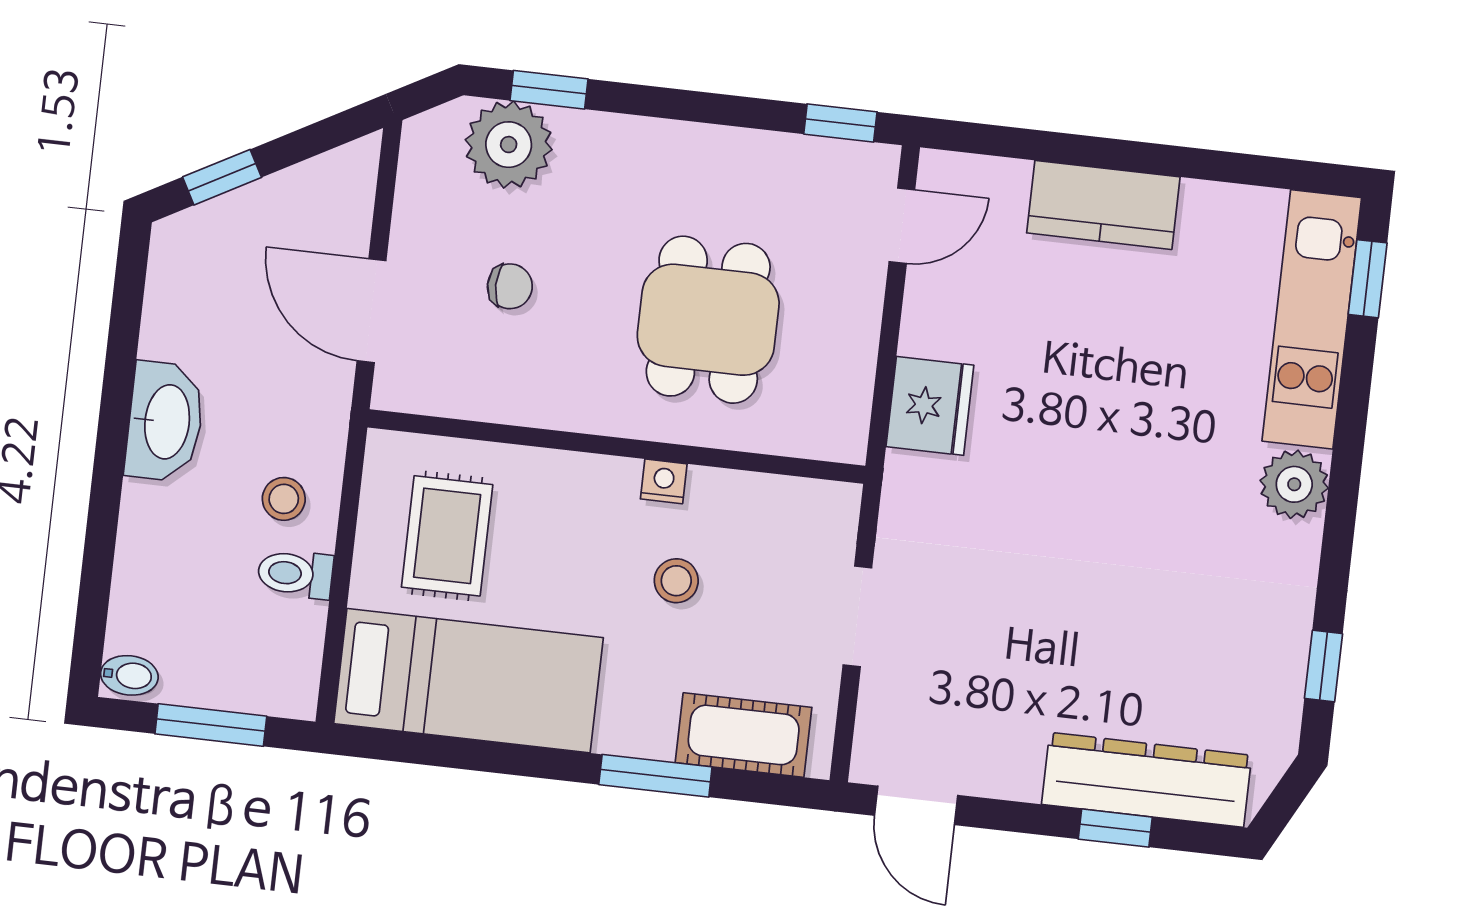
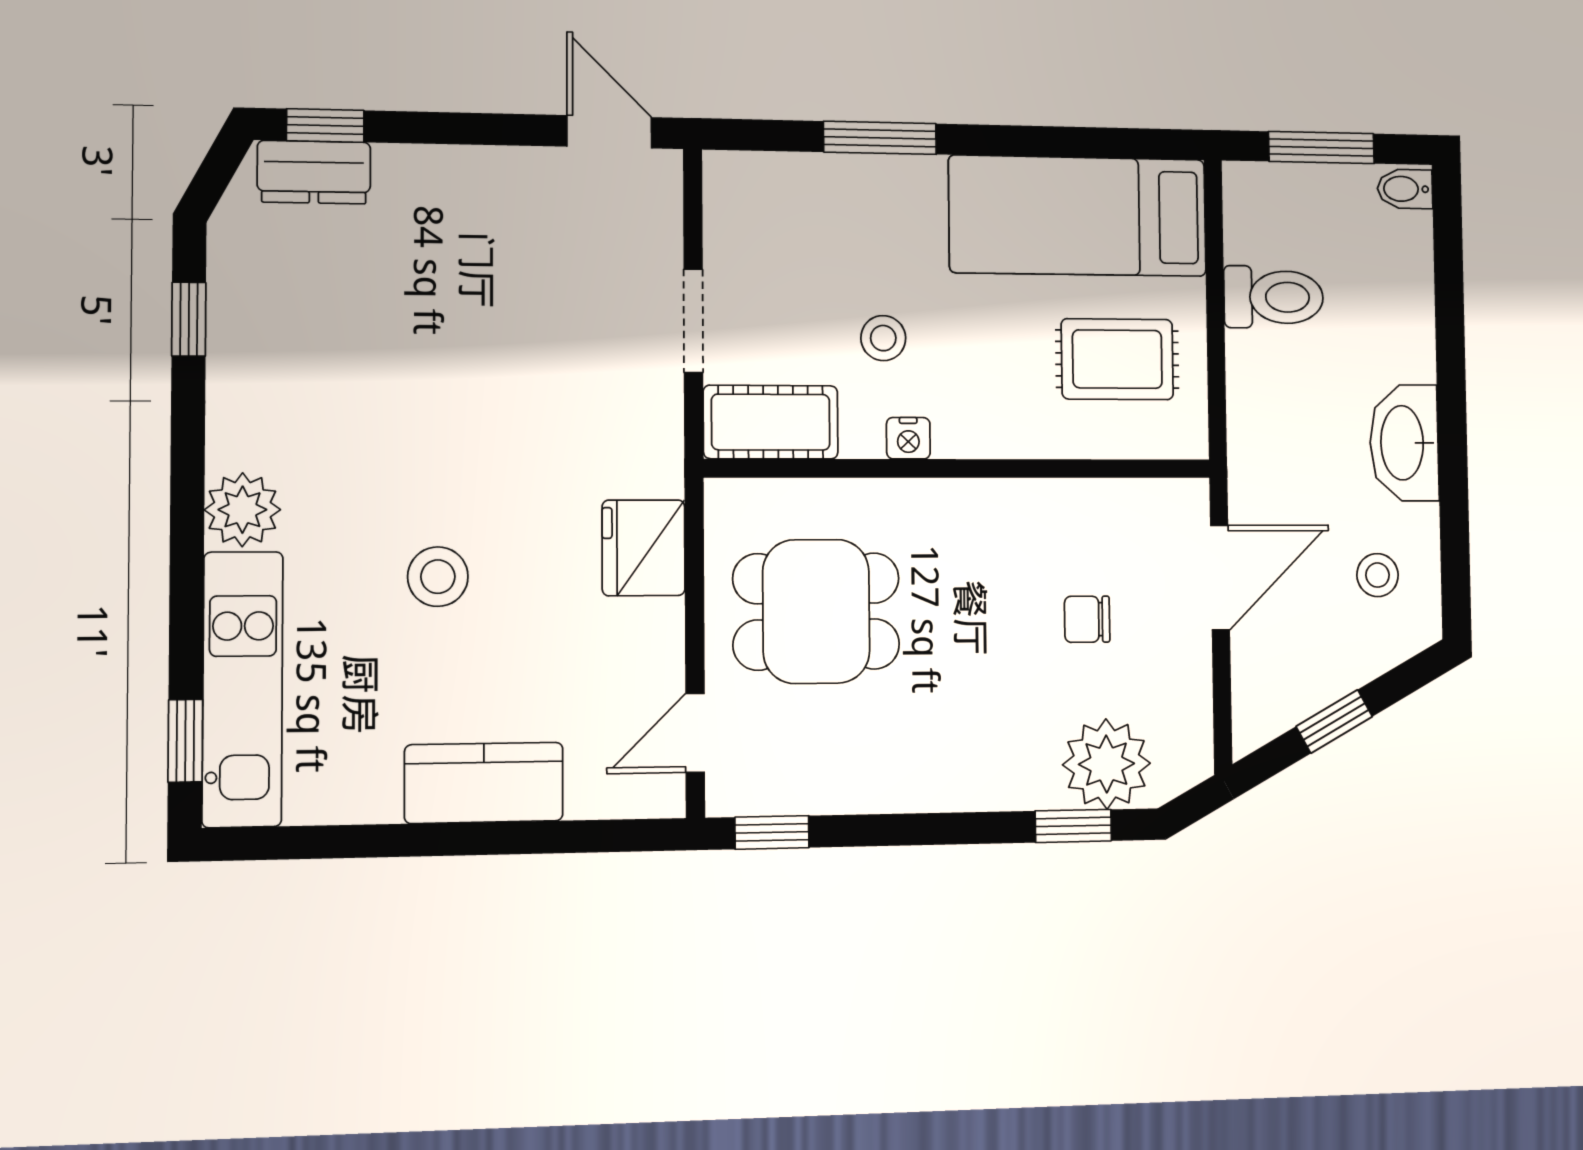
window: (222, 177) -> (1334, 721), moved
door: (372, 311) -> (1220, 578), hinge flipped
dining table: (708, 320) -> (816, 611), moved, turned 90
stool: (1124, 401) -> (438, 577), added
stool: (284, 499) -> (1378, 575), moved
rug: (447, 536) -> (1117, 359), turned 90
toilet: (295, 574) -> (1274, 297), width x1.37, depth x1.39
cot: (744, 735) -> (771, 422), moved
dresser: (1147, 780) -> (314, 172), width x0.51, depth x0.80
window: (1115, 828) -> (325, 126), moved

